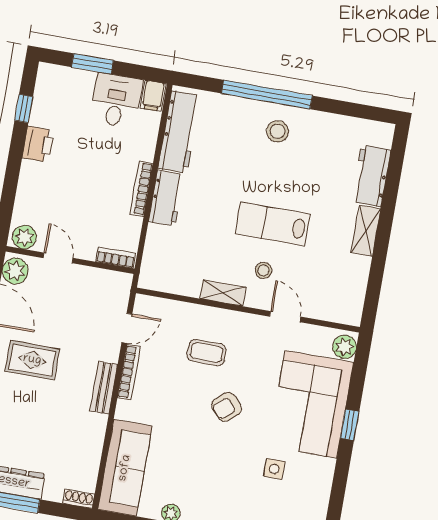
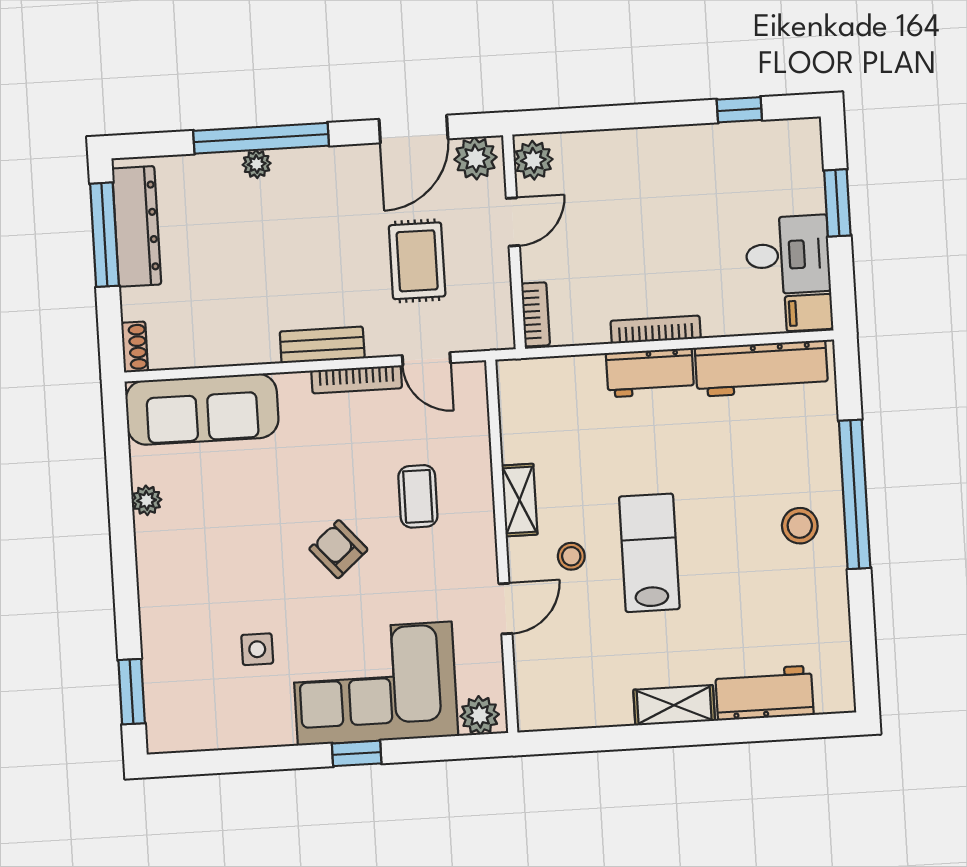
printer: (38, 144) -> (688, 146), removed
rug: (32, 360) -> (417, 261), moved

